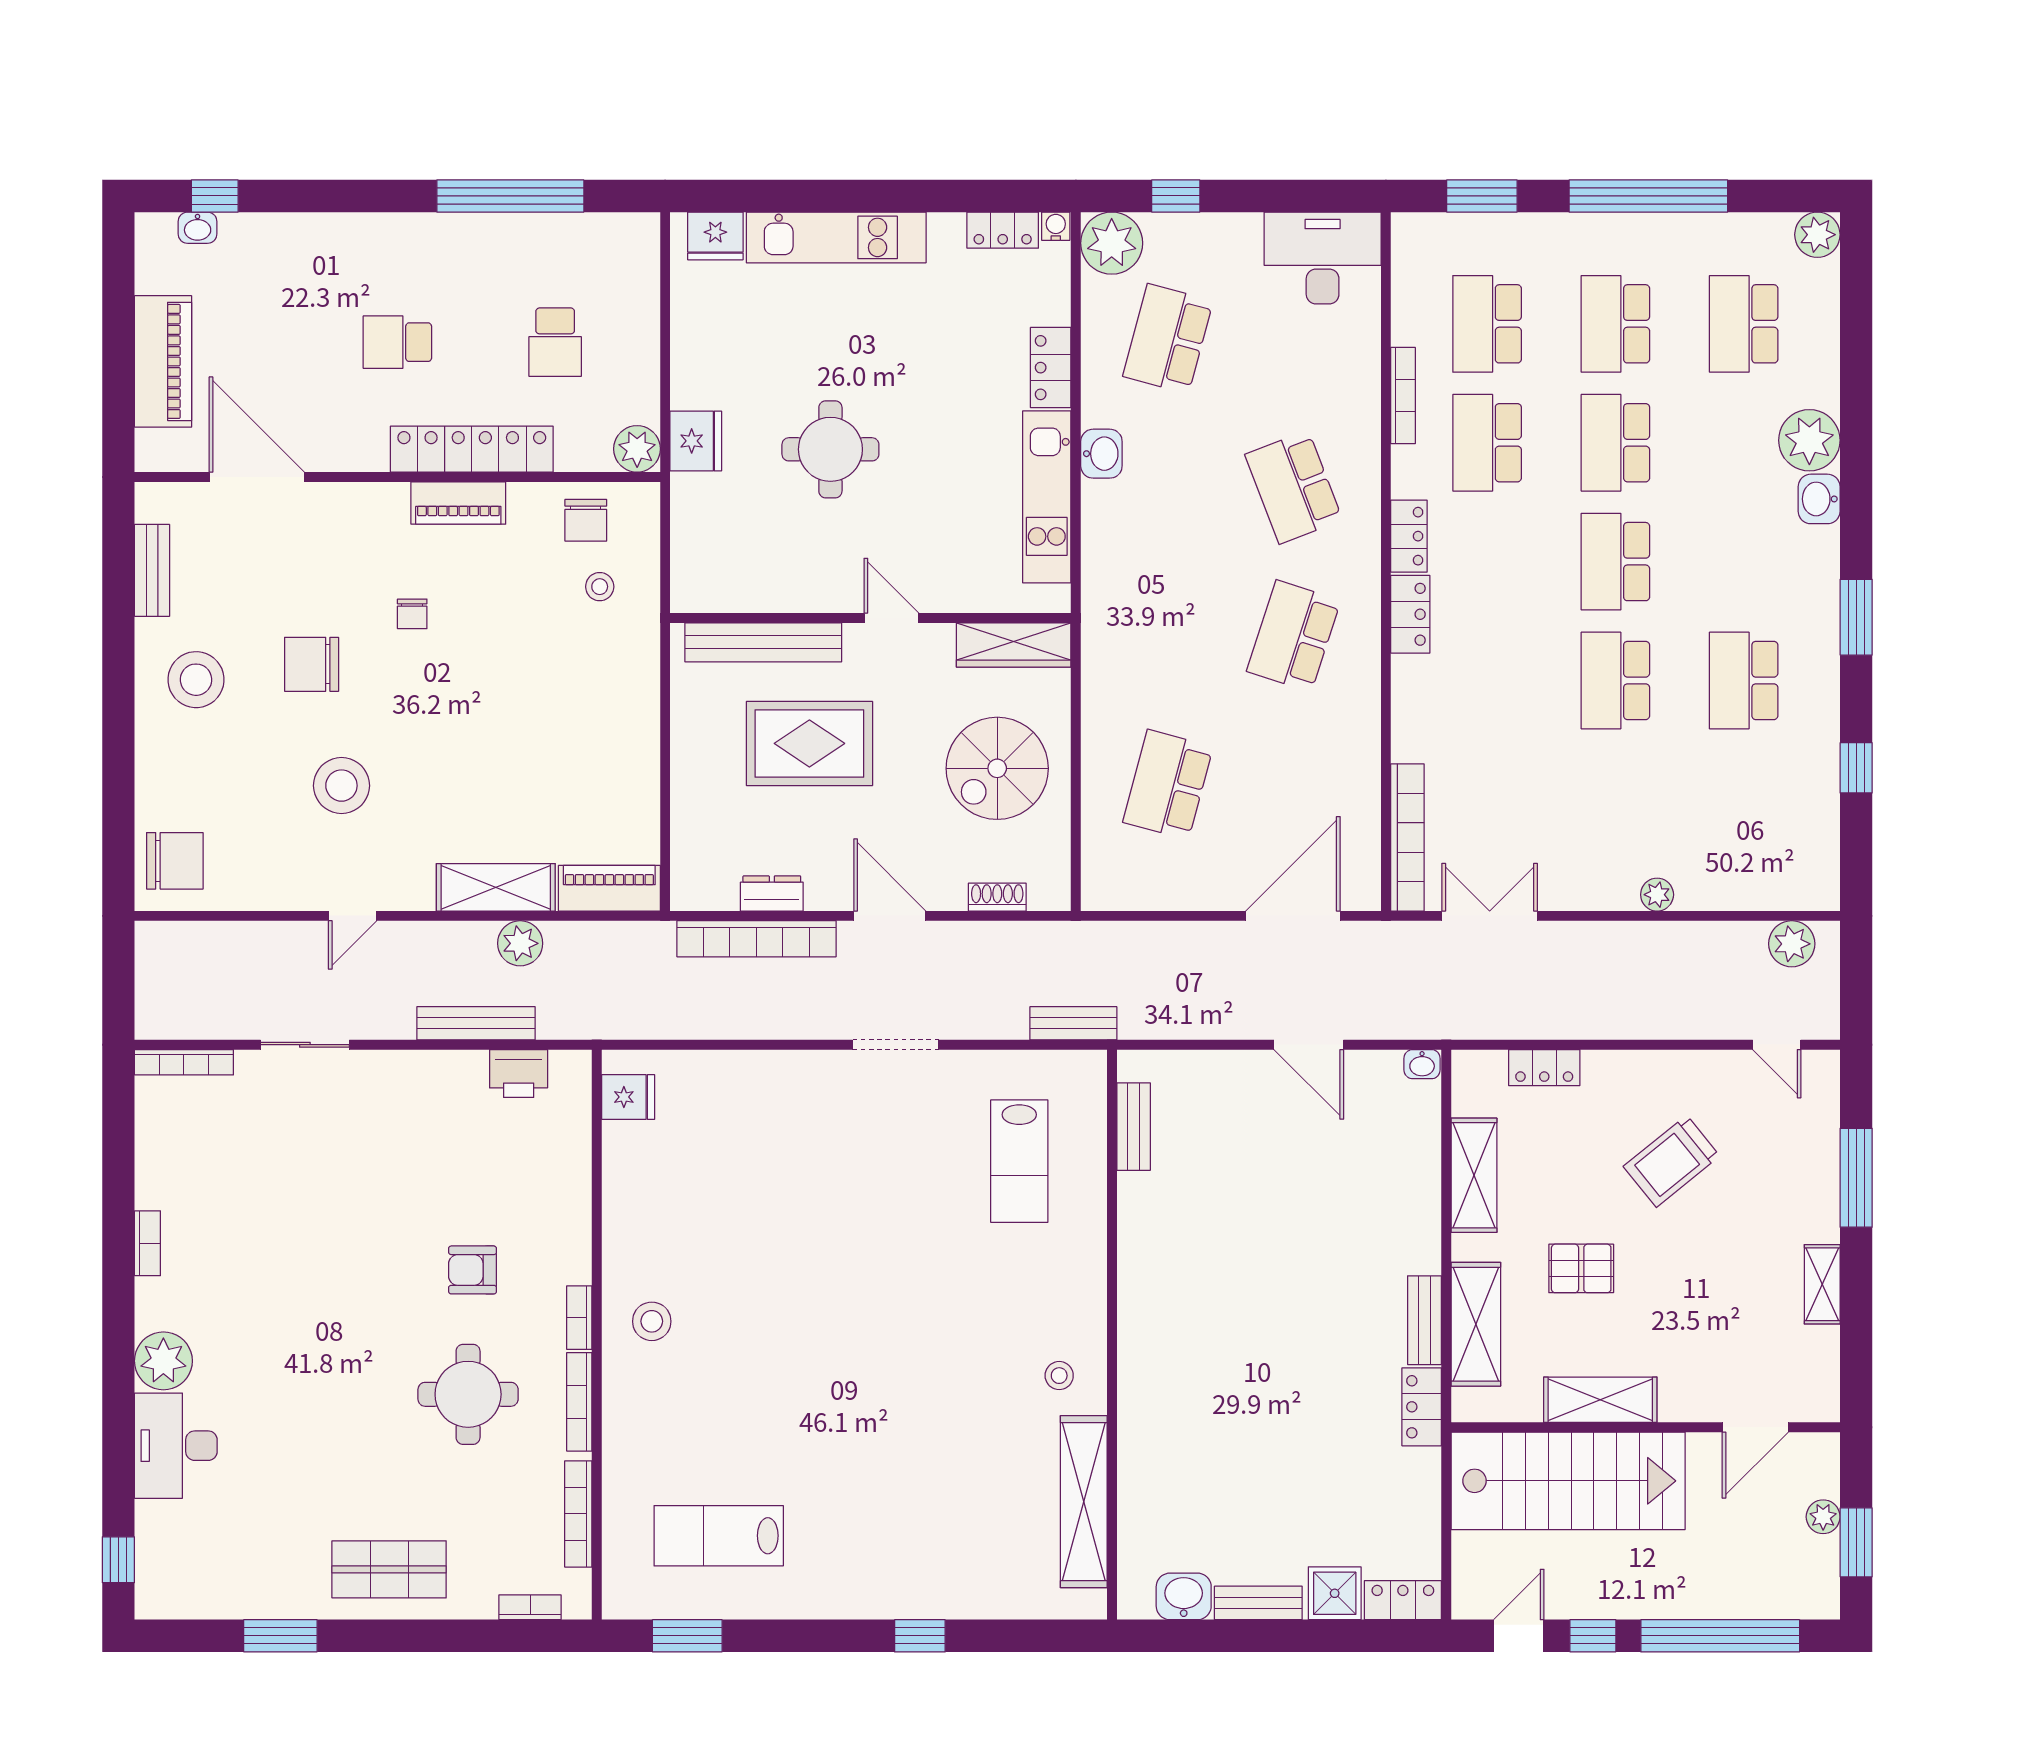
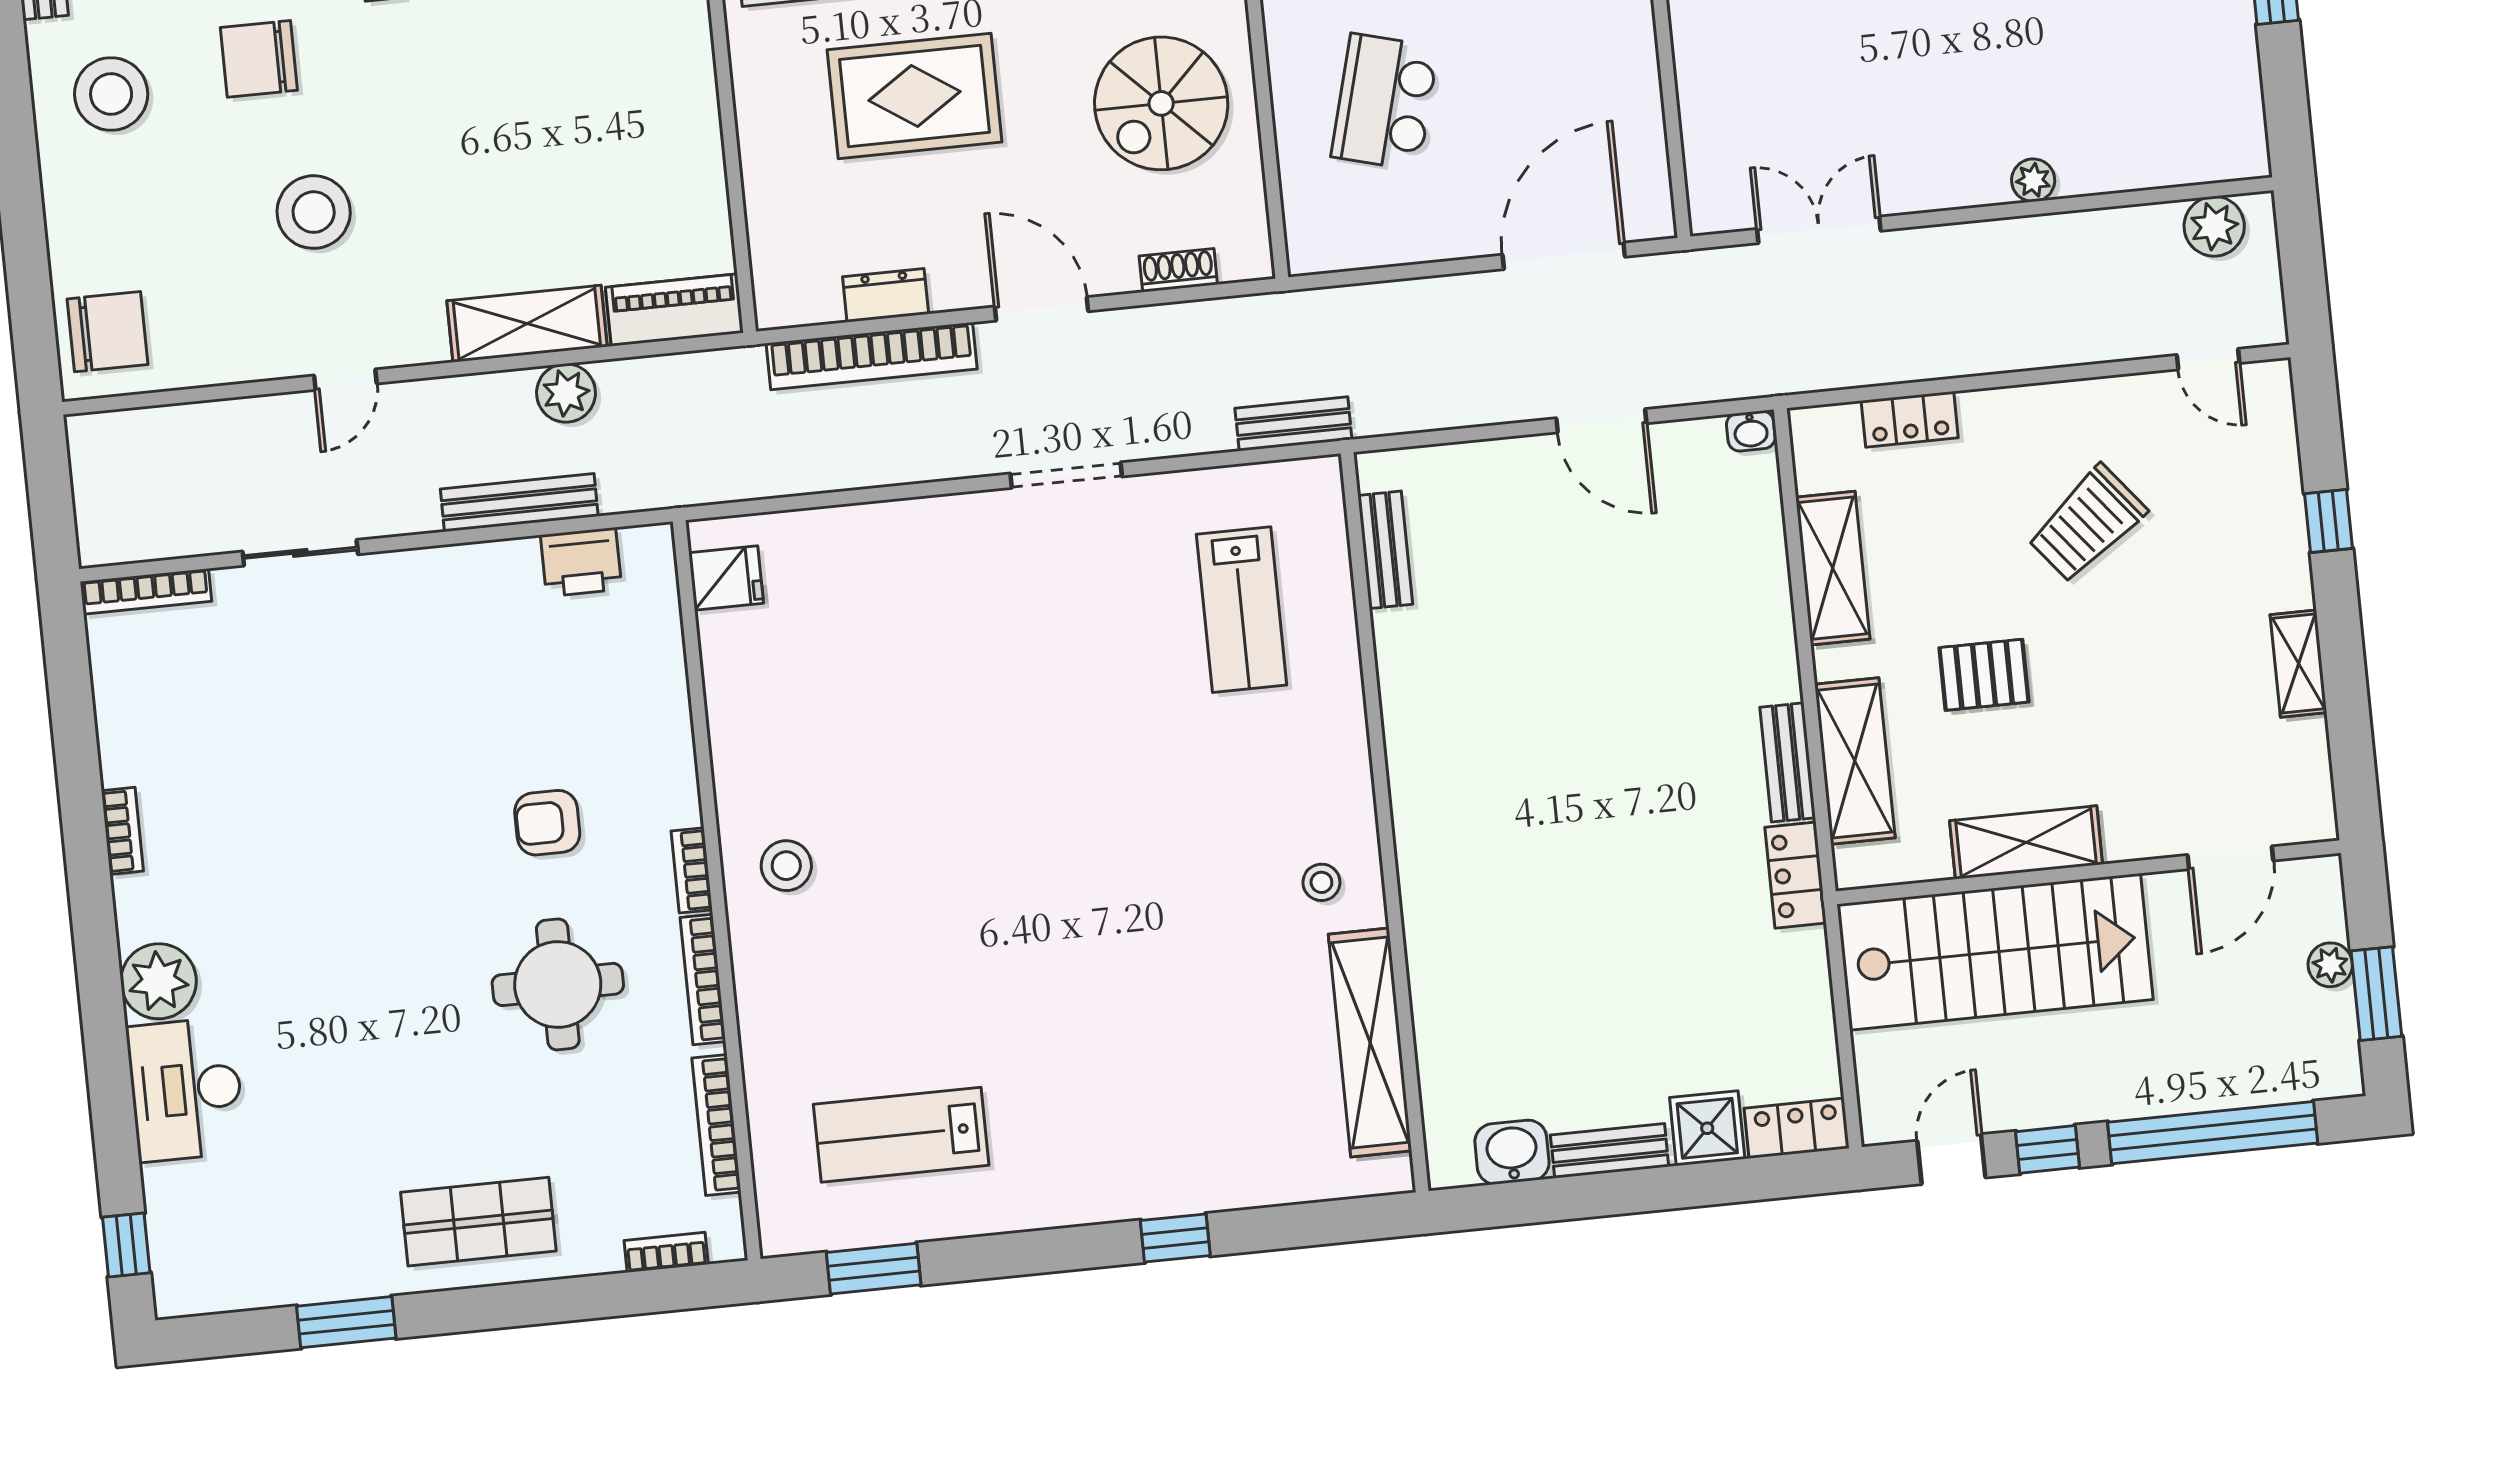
bookcase: (1407, 837) -> (1702, 139), removed
window: (1856, 1178) -> (2328, 521), width x0.46

